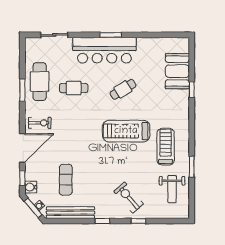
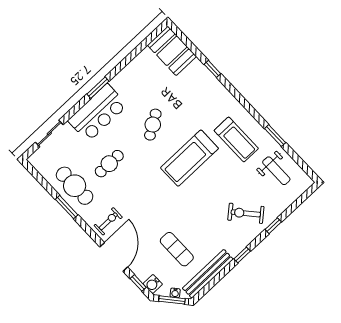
bar counter: (104, 50) -> (98, 113), width x0.73
booth: (177, 71) -> (172, 51), moved
treadmill: (166, 147) -> (236, 139), turned 180

